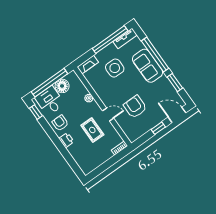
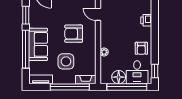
window: (110, 40) -> (70, 87), moved
armchair: (135, 107) -> (74, 34), moved, turned 90
door: (108, 114) -> (98, 14), moved
rug: (92, 130) -> (120, 24), removed
printer: (66, 140) -> (146, 20), moved

